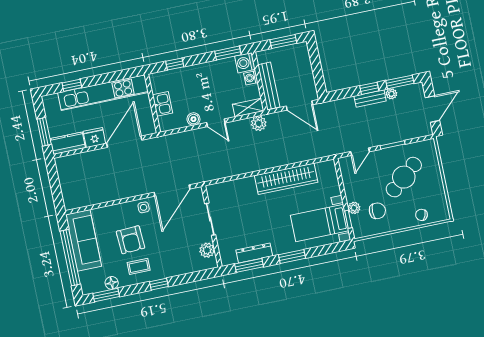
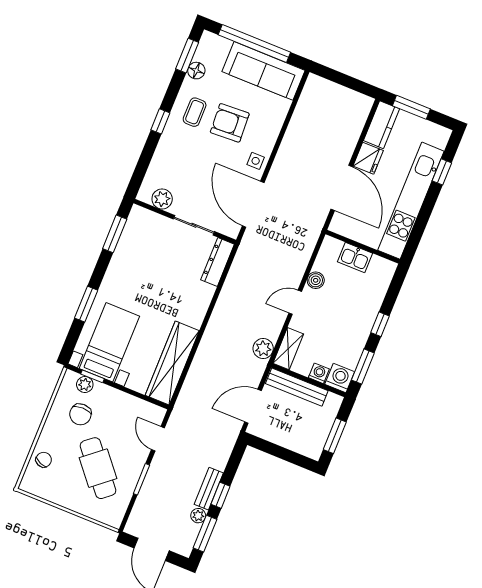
window: (175, 64) -> (380, 324), moved
wardrobe: (286, 179) -> (172, 363), moved
plant: (354, 208) -> (85, 384), moved
dresser: (254, 253) -> (218, 262), moved, turned 180
window: (292, 256) -> (86, 304), moved

